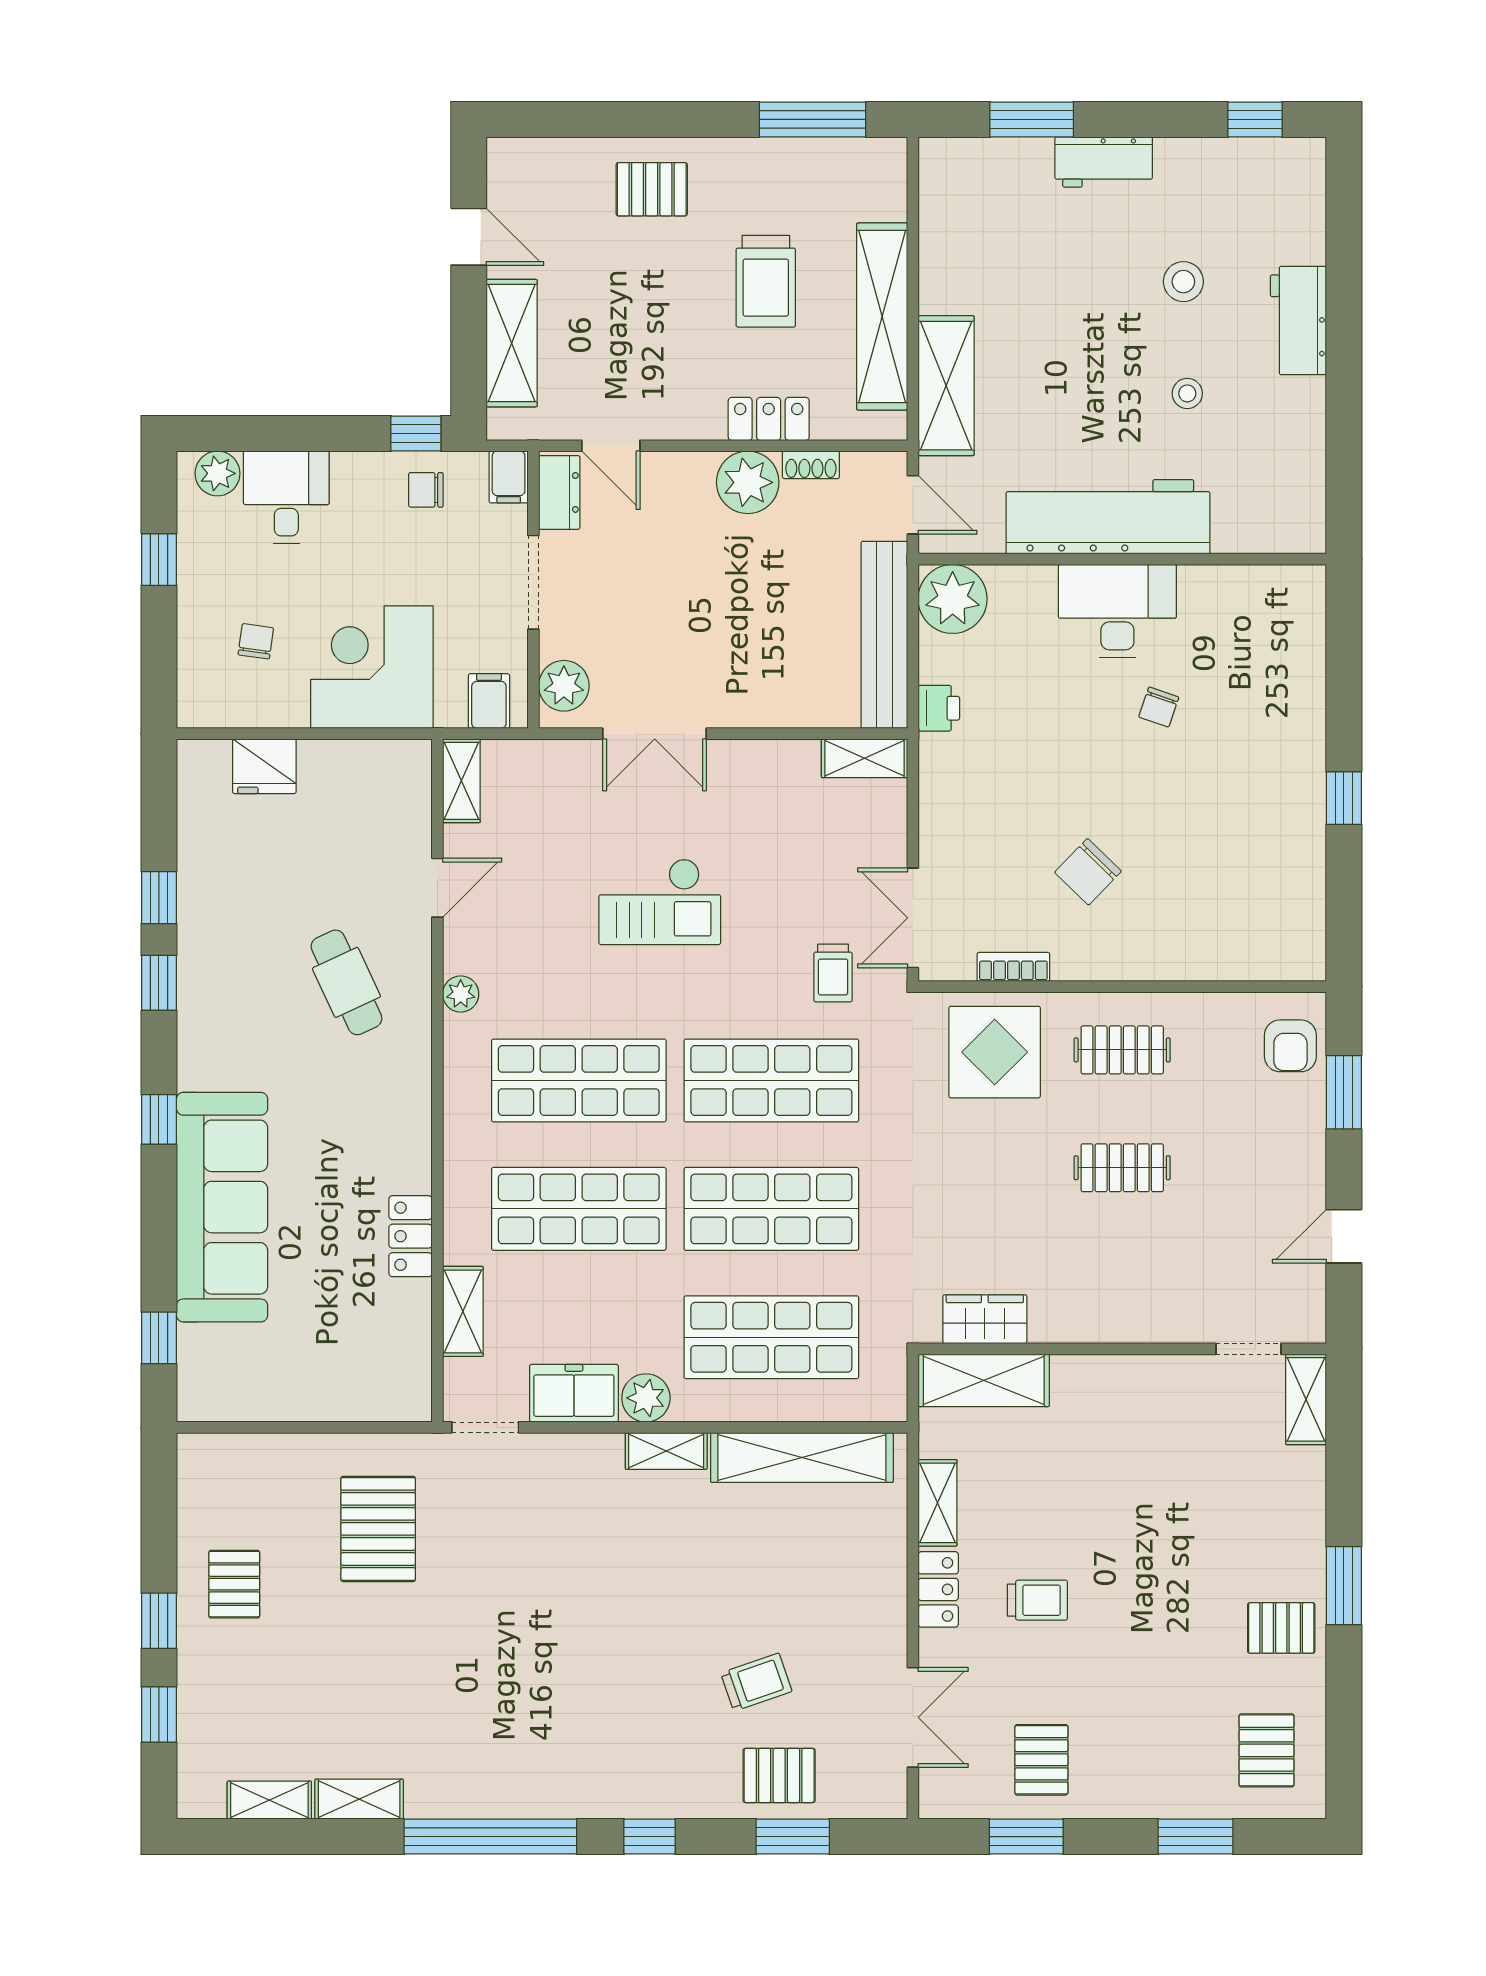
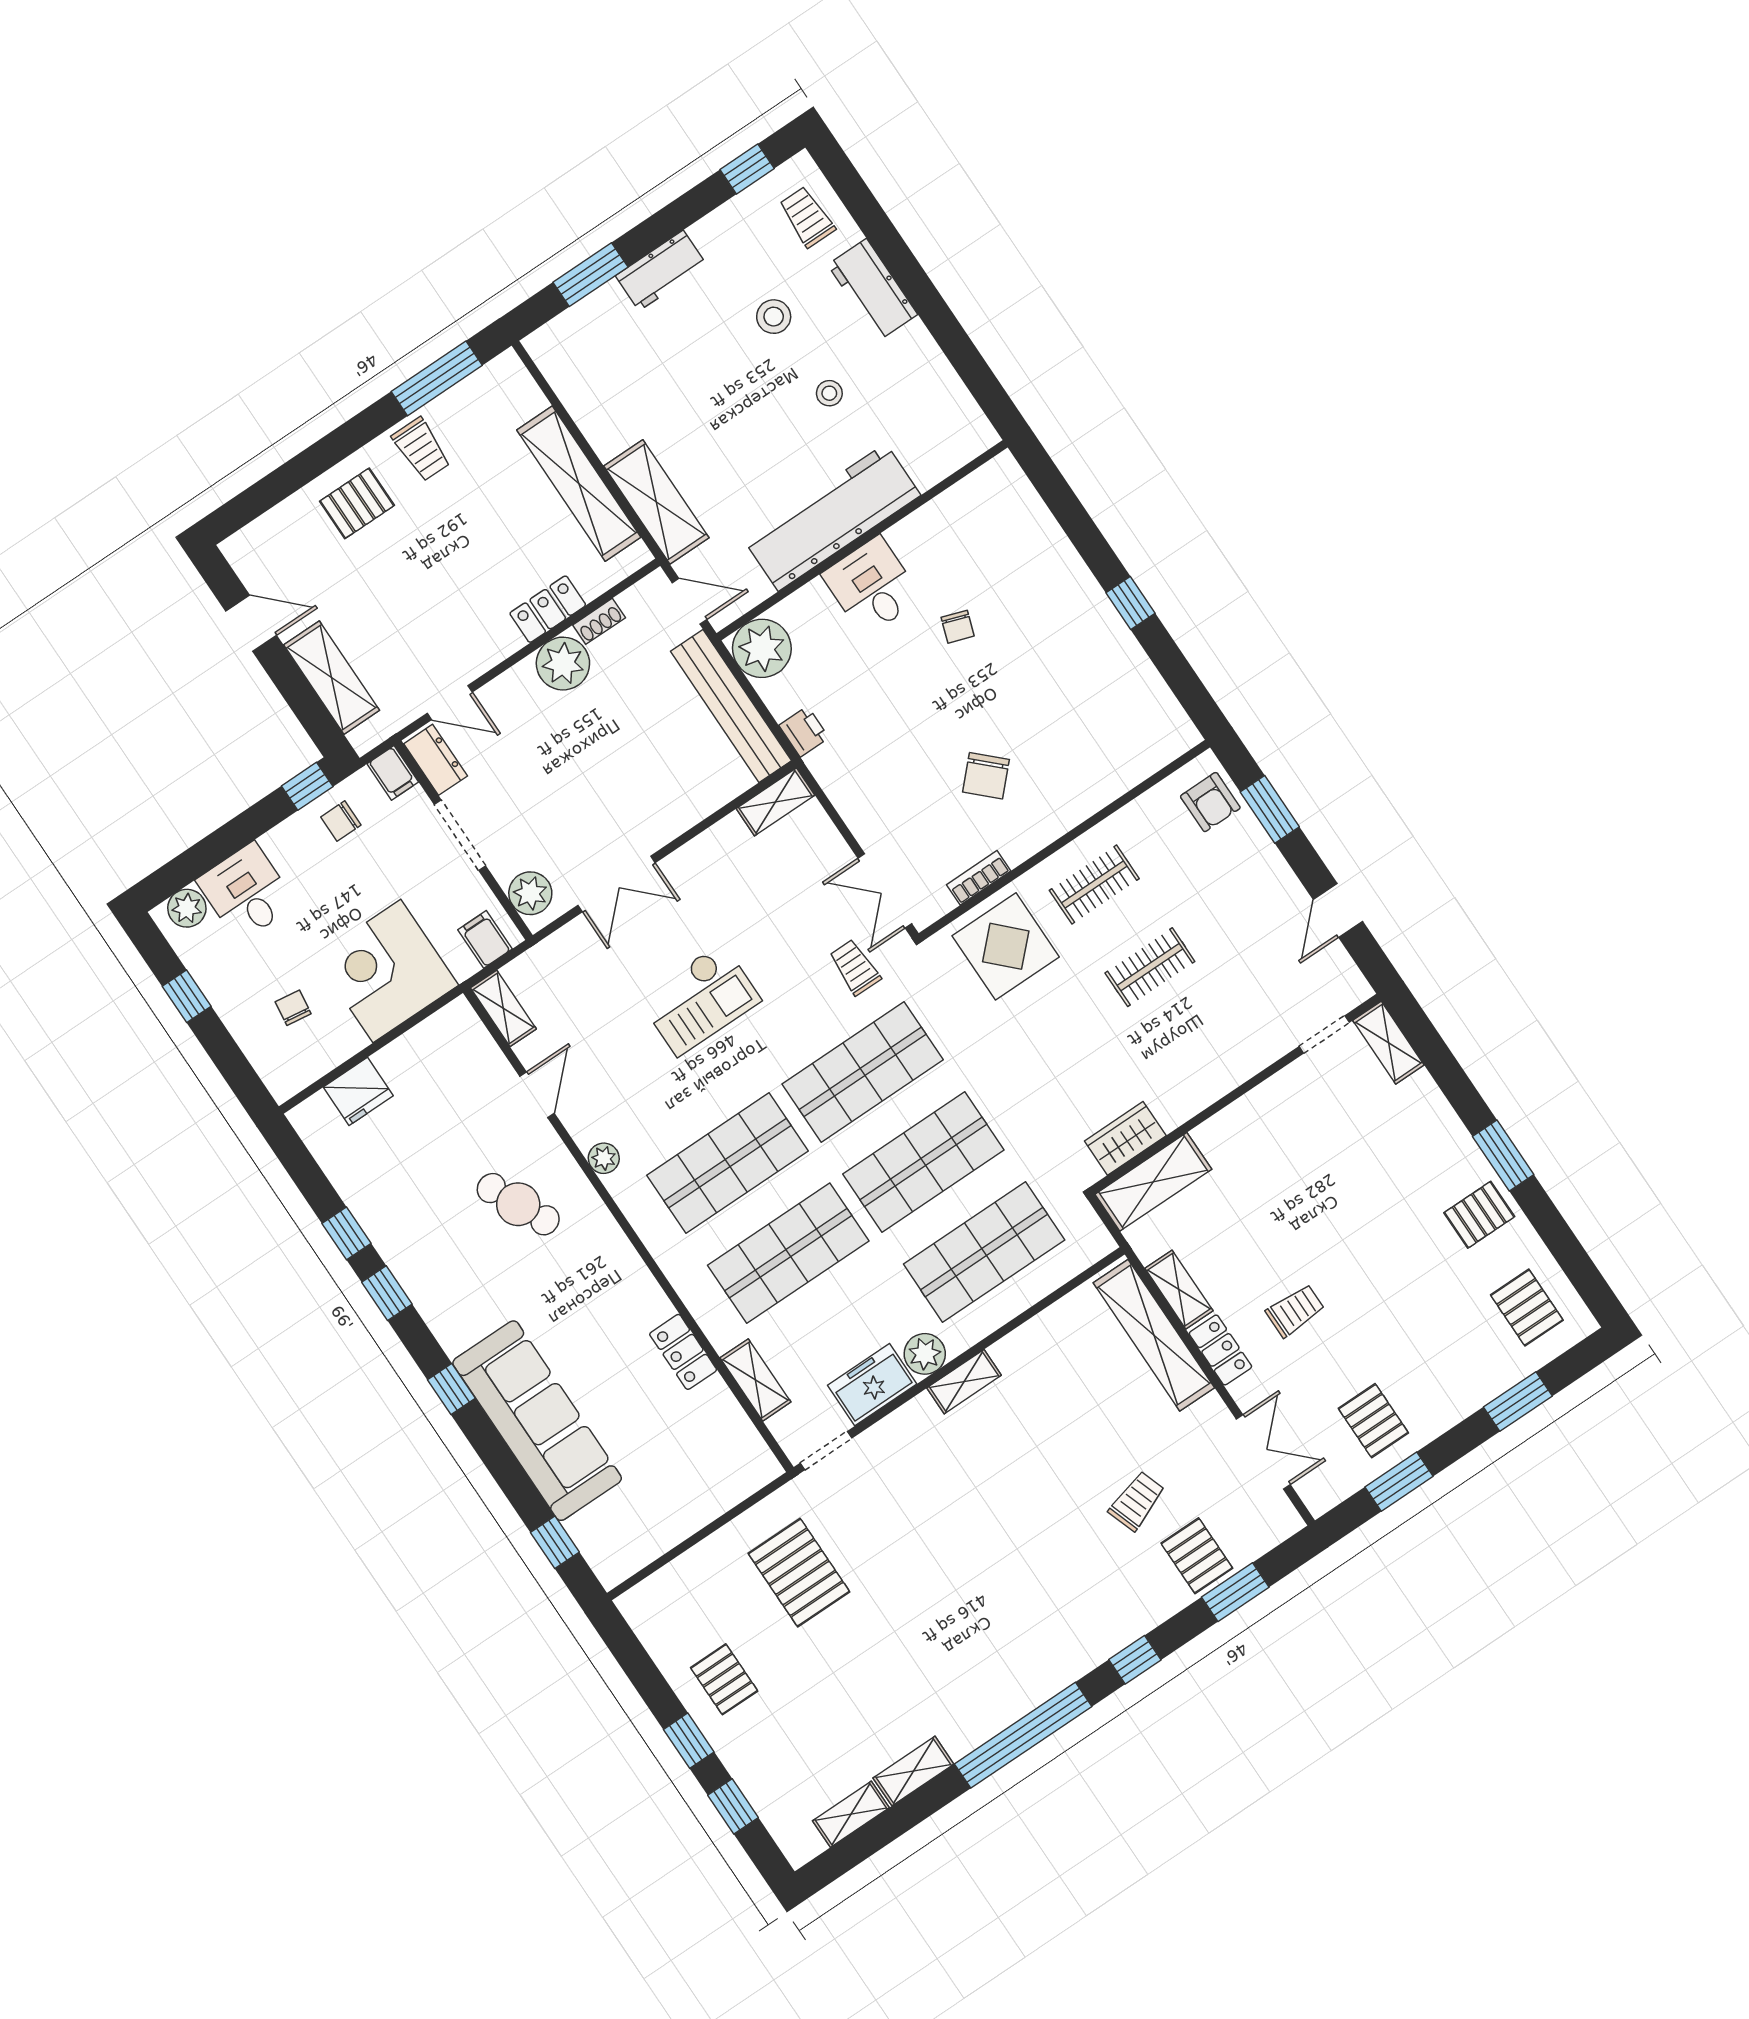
trolley: (1282, 206) -> (807, 217), added
trolley: (766, 281) -> (421, 449), moved, width x0.73, depth x0.72
desk: (1117, 611) -> (872, 586), width x0.73
trolley: (833, 973) -> (855, 967), turned 180
shelving: (802, 1457) -> (1154, 1335), moved, turned 90
pallet: (779, 1775) -> (1197, 1556), turned 90

